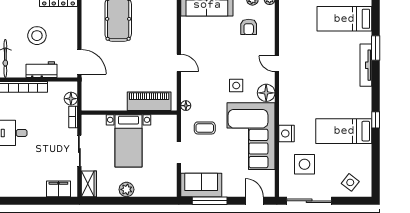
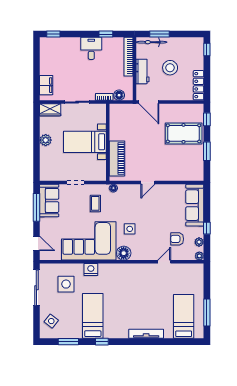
window: (376, 48) -> (68, 342), moved
door: (79, 62) -> (149, 102), hinge flipped
door: (277, 64) -> (164, 262), moved
door: (254, 201) -> (36, 243), hinge flipped

